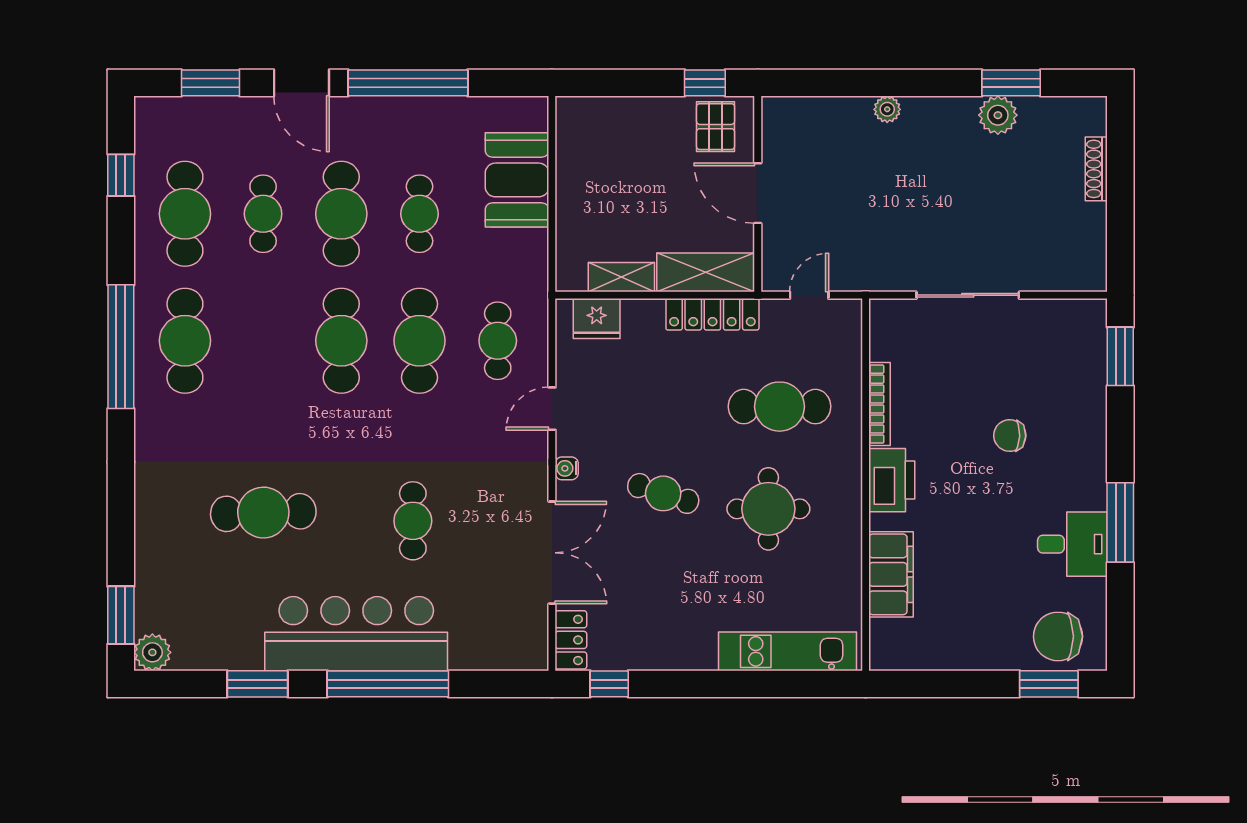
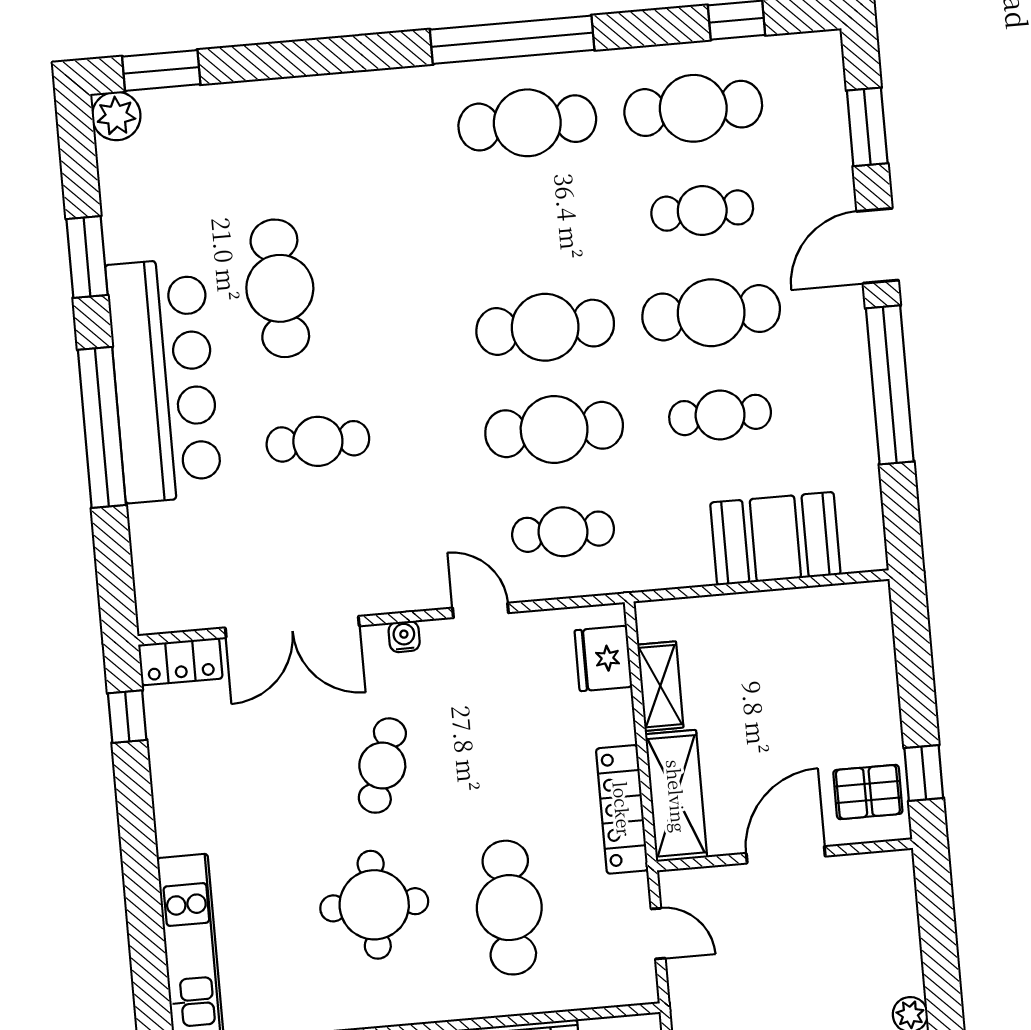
cafe table: (263, 513) -> (280, 288), moved

